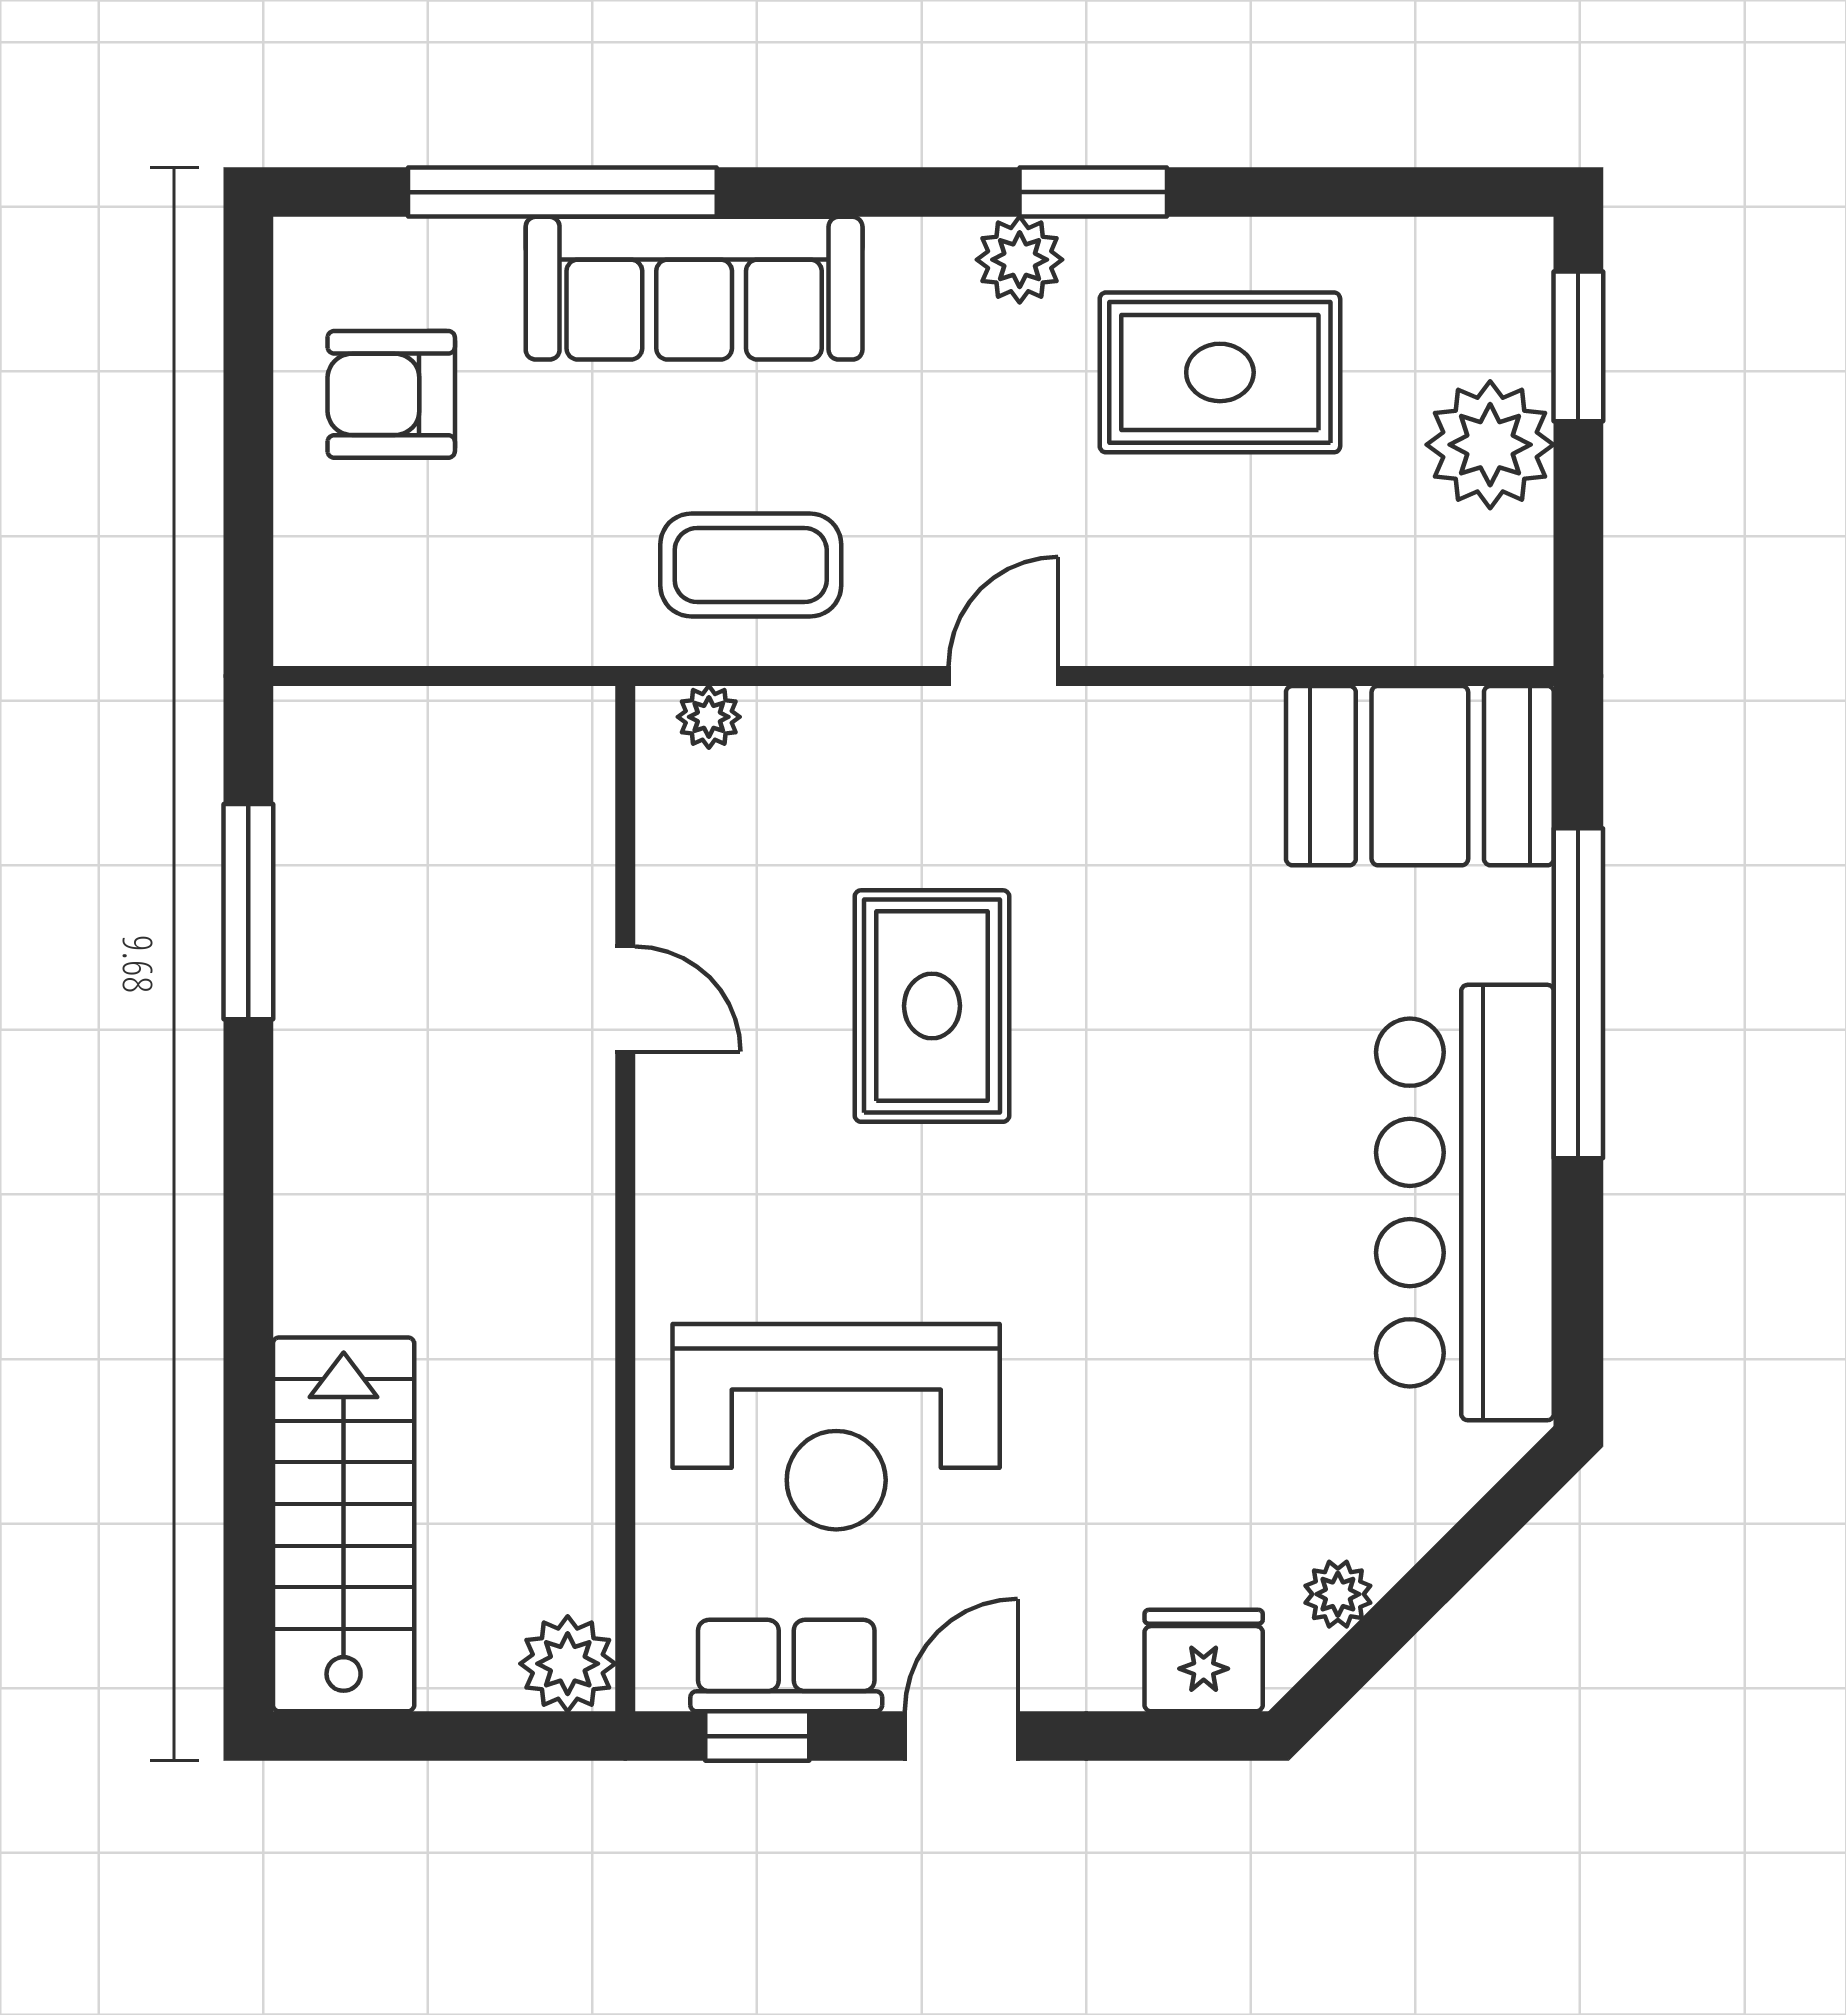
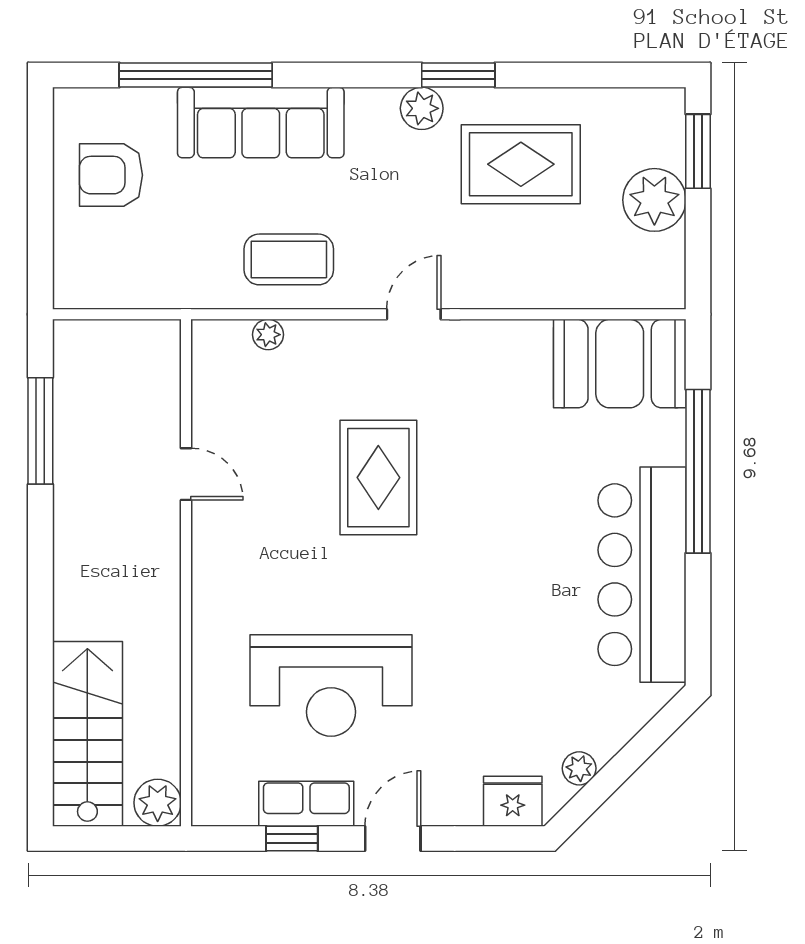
door: (625, 999) -> (186, 474), moved
wall: (625, 1199) -> (186, 573), moved
plant: (568, 1664) -> (158, 803), moved

